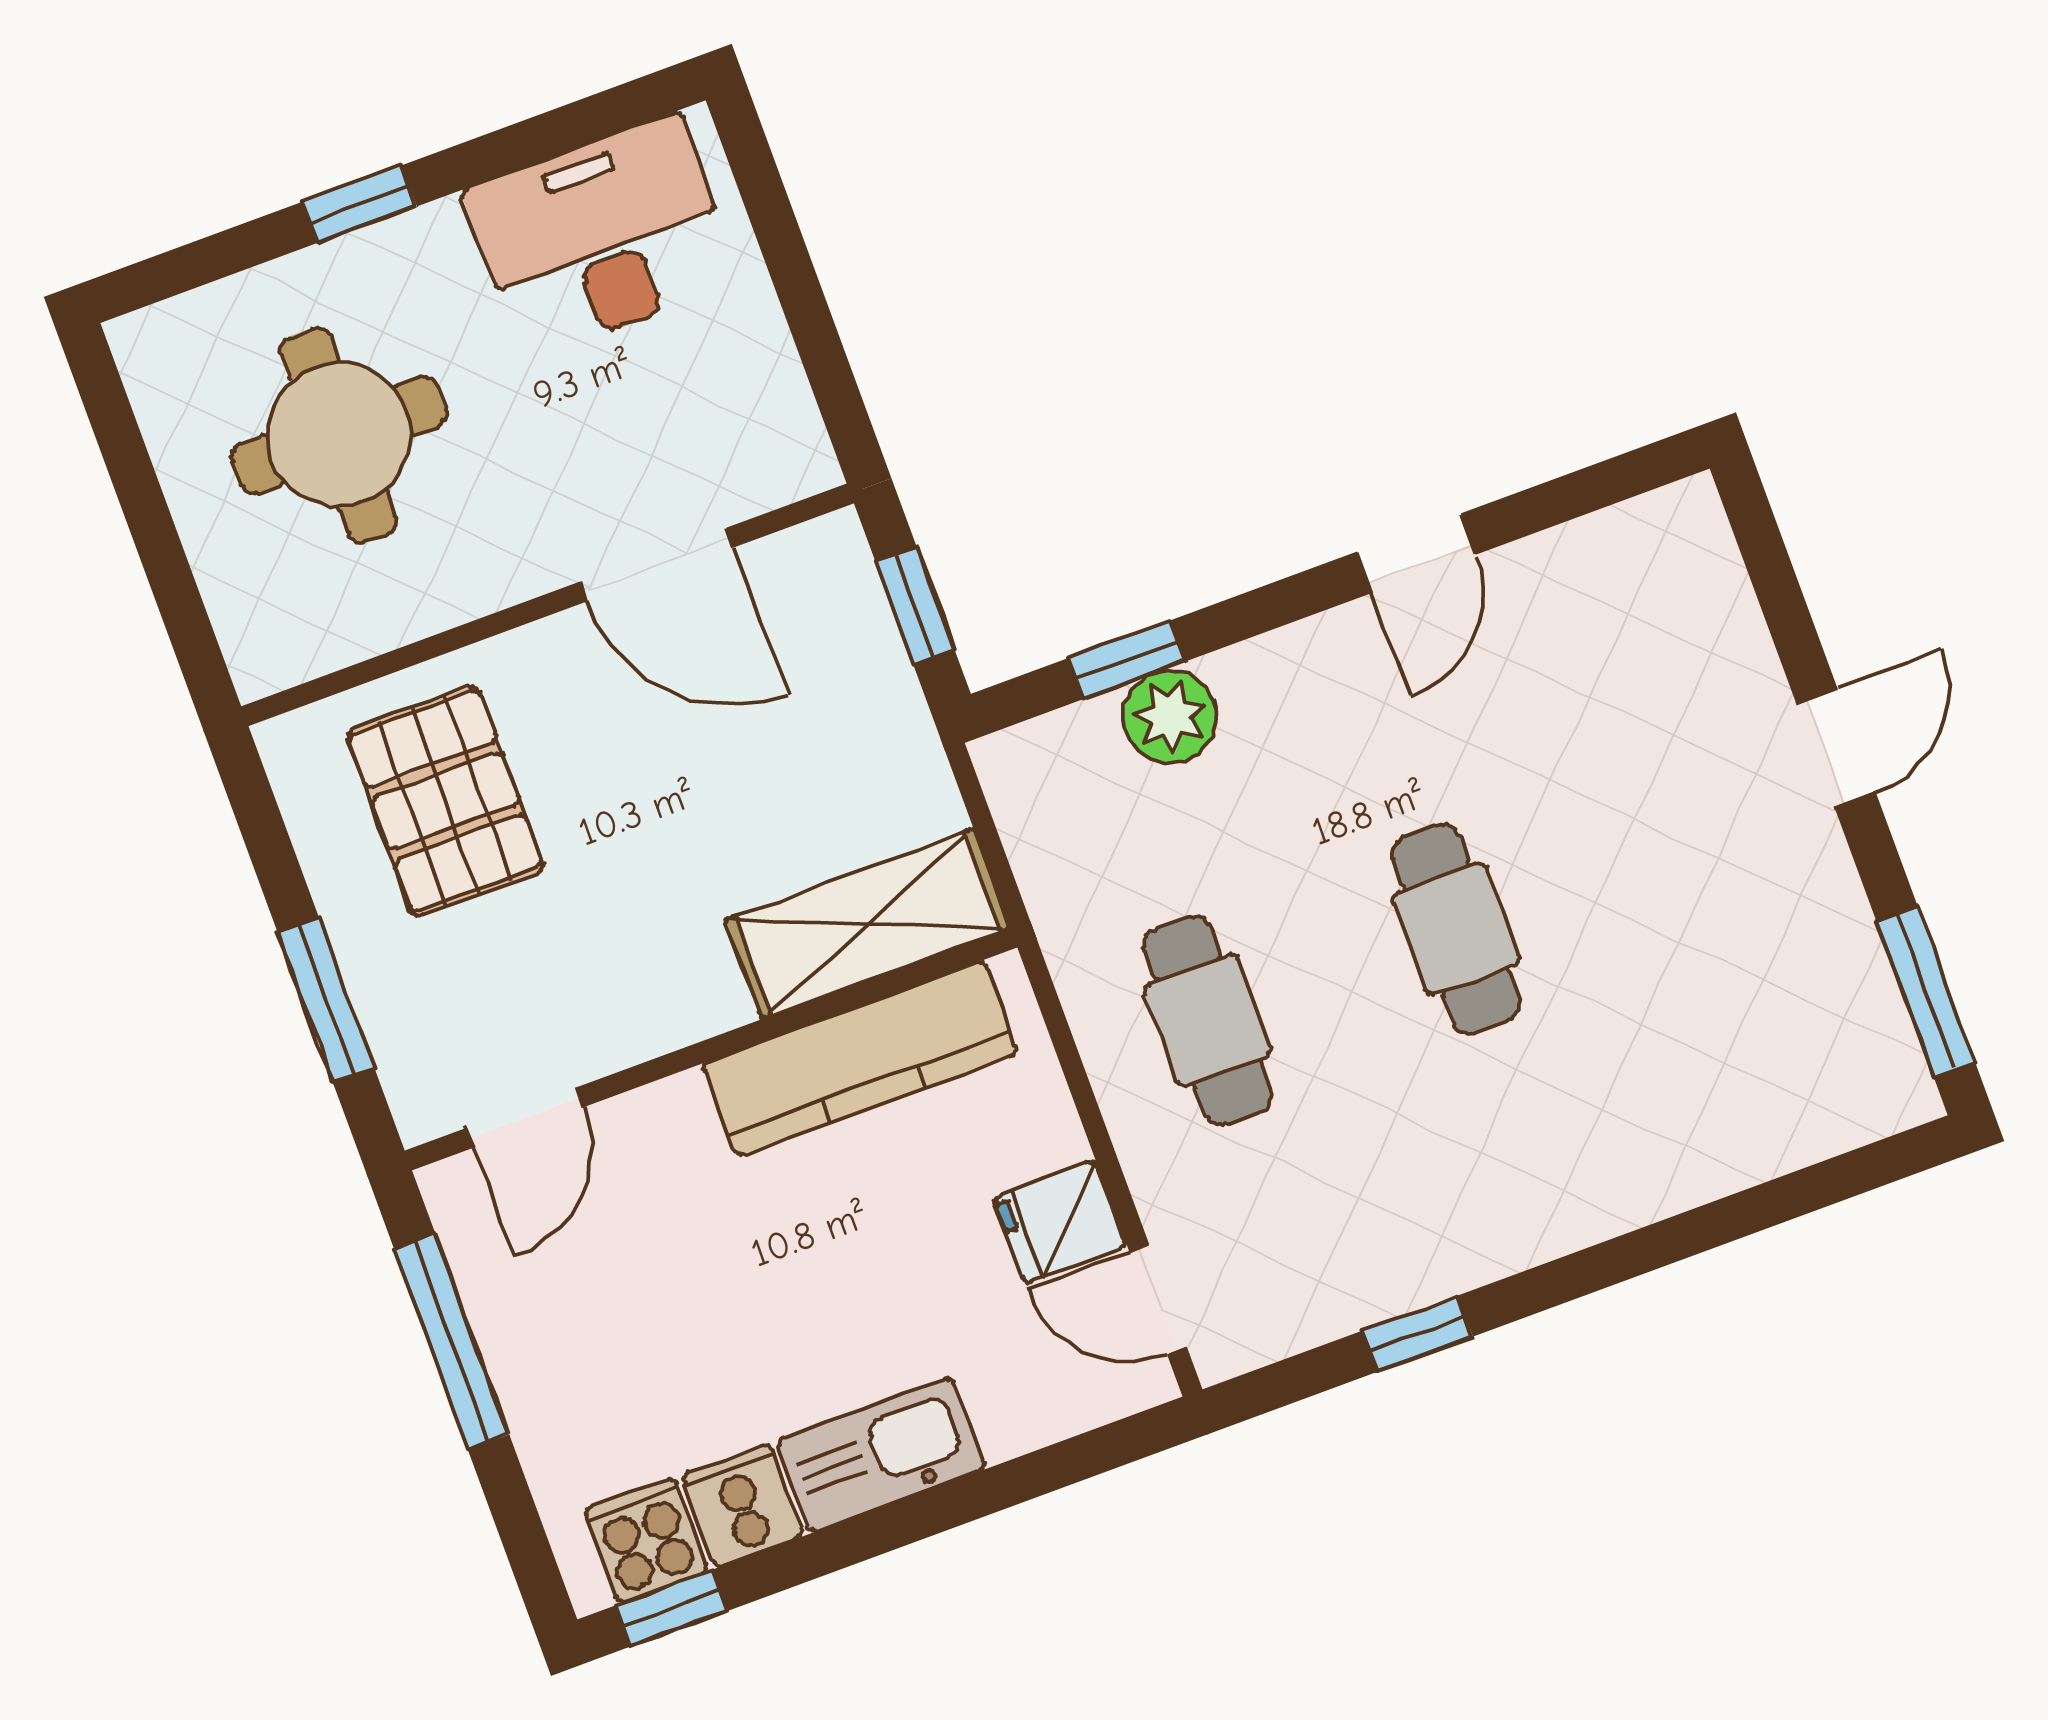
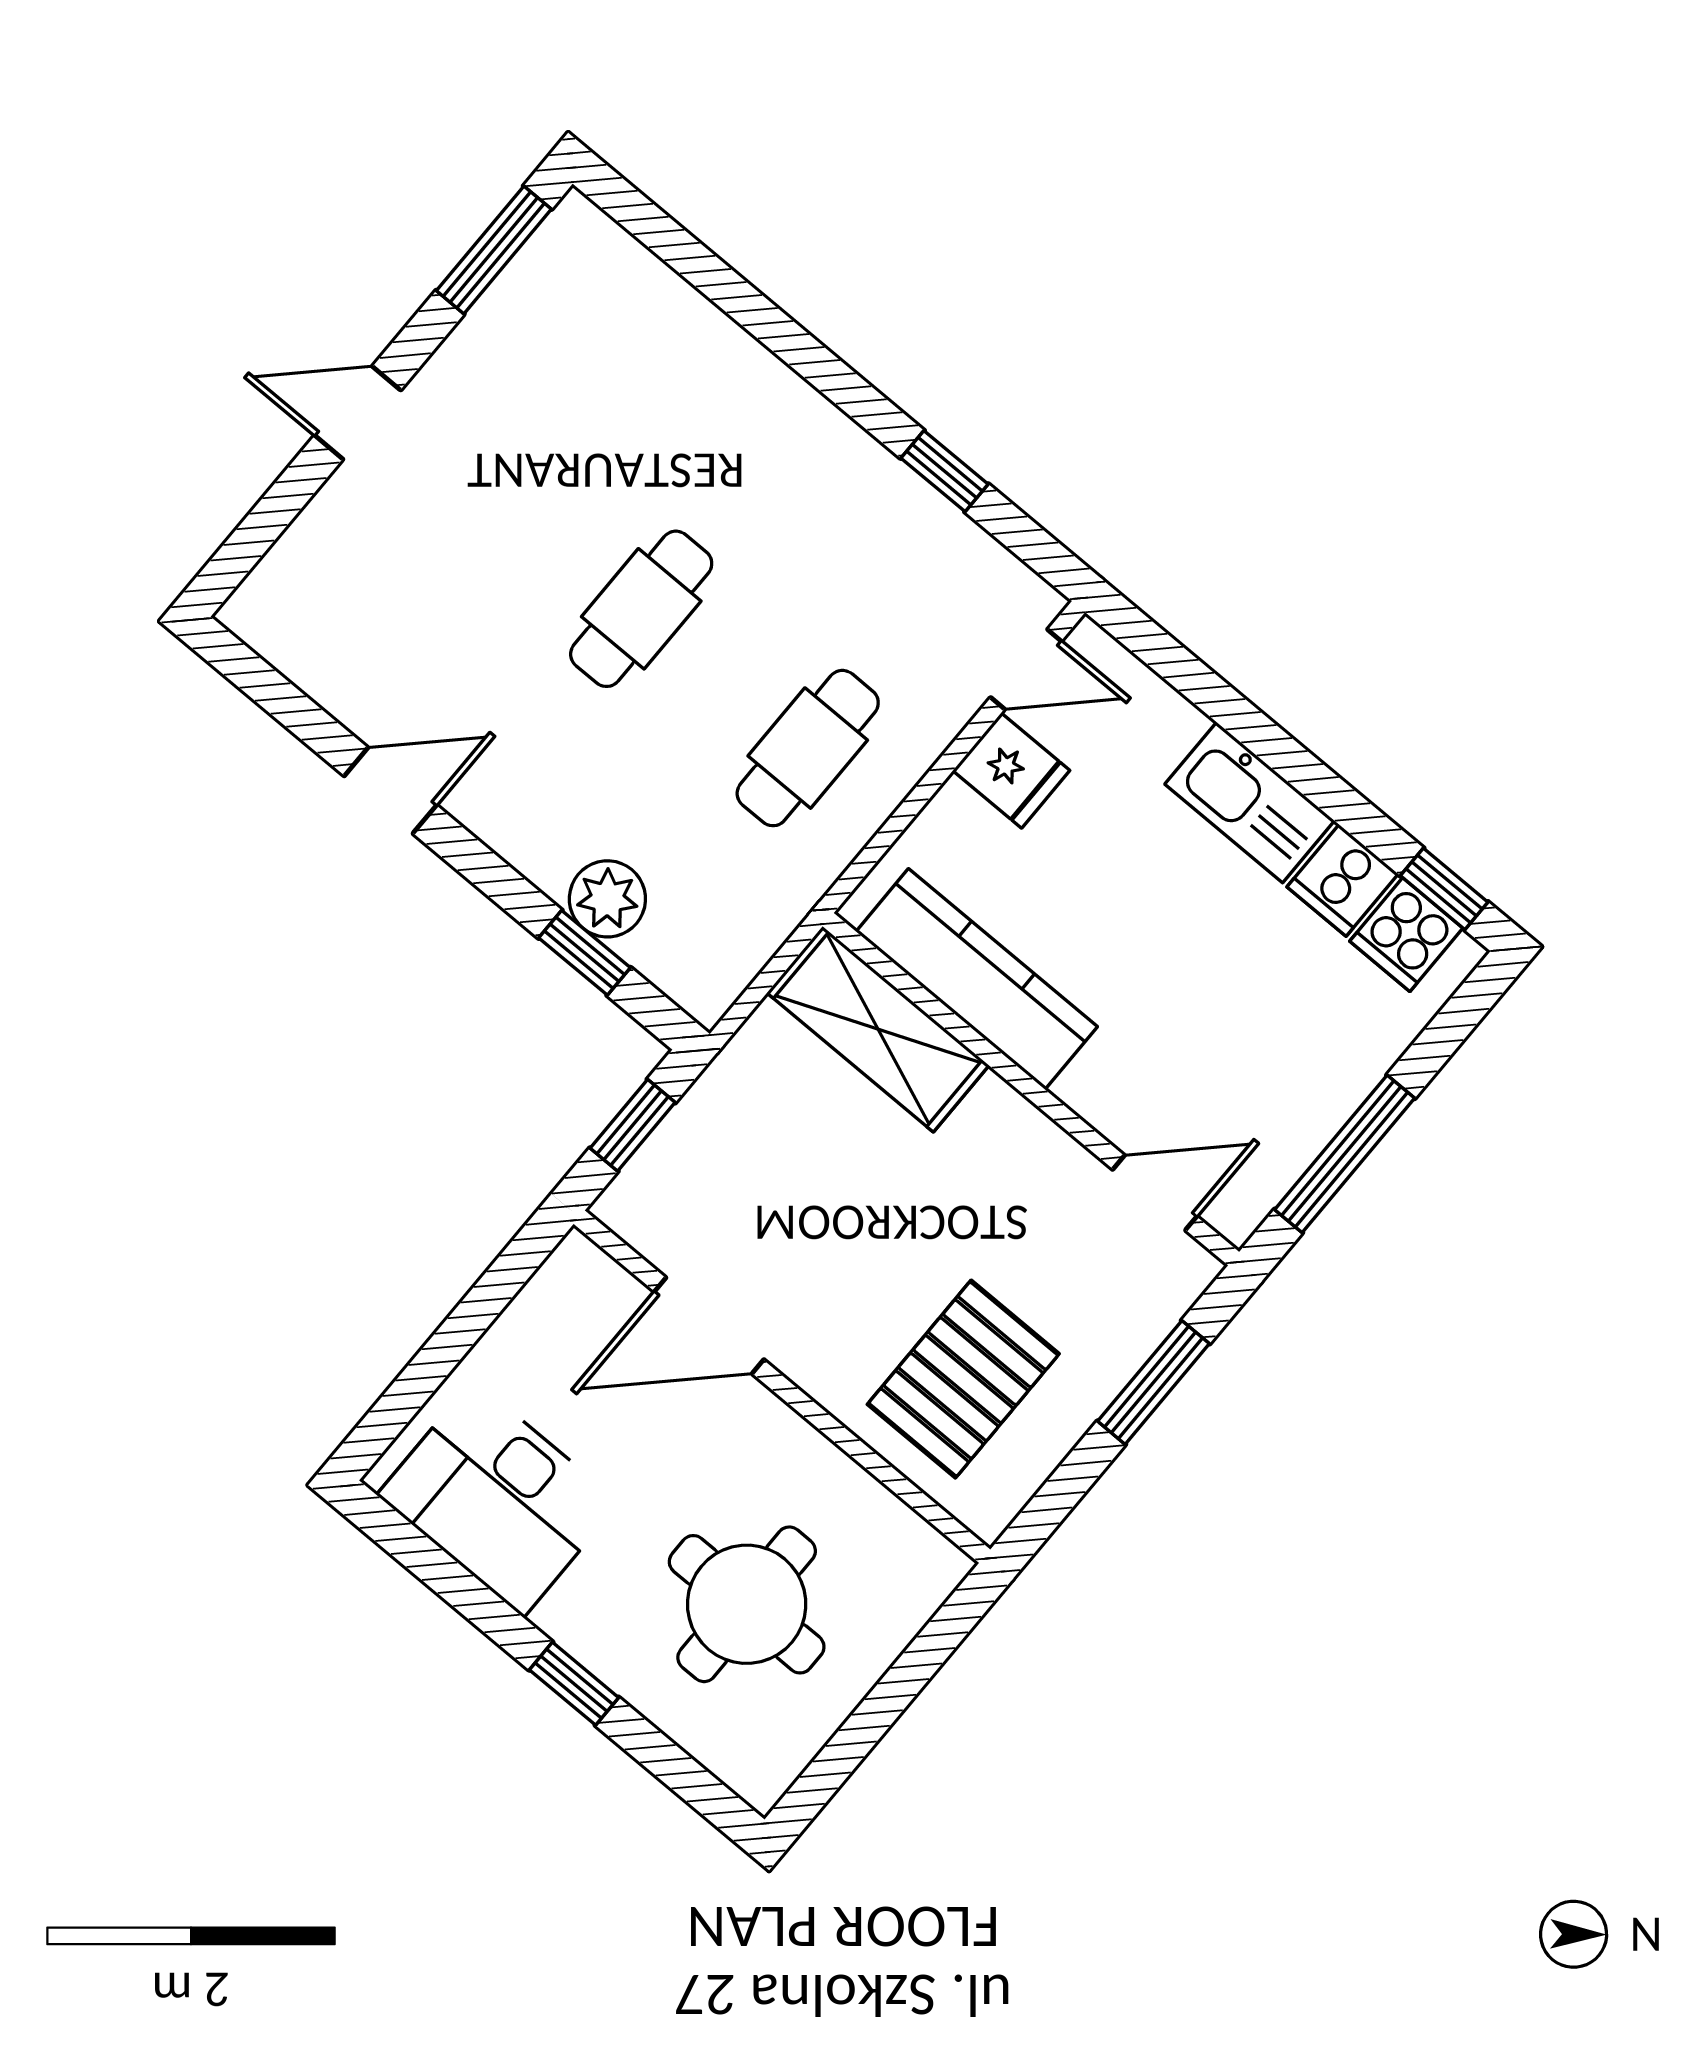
door: (657, 565) -> (709, 1326), swing flipped
door: (1158, 1299) -> (1026, 669), hinge flipped

